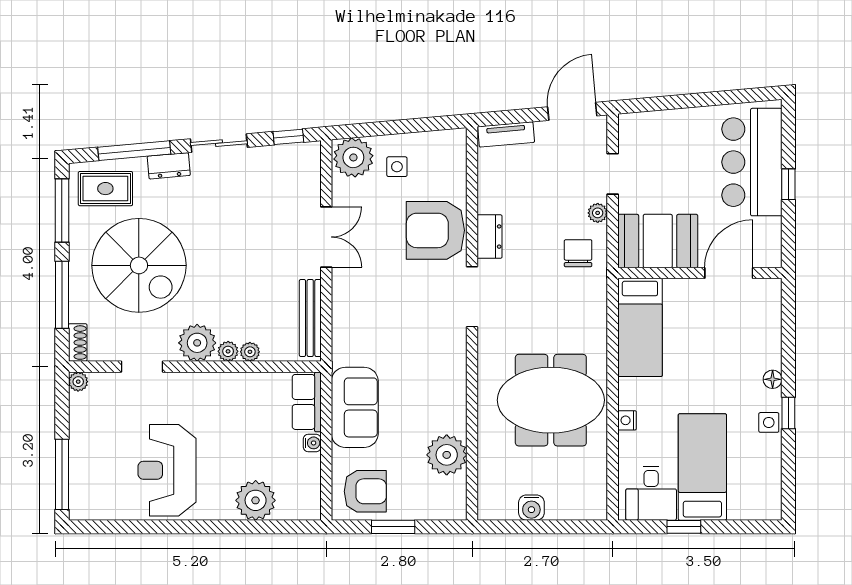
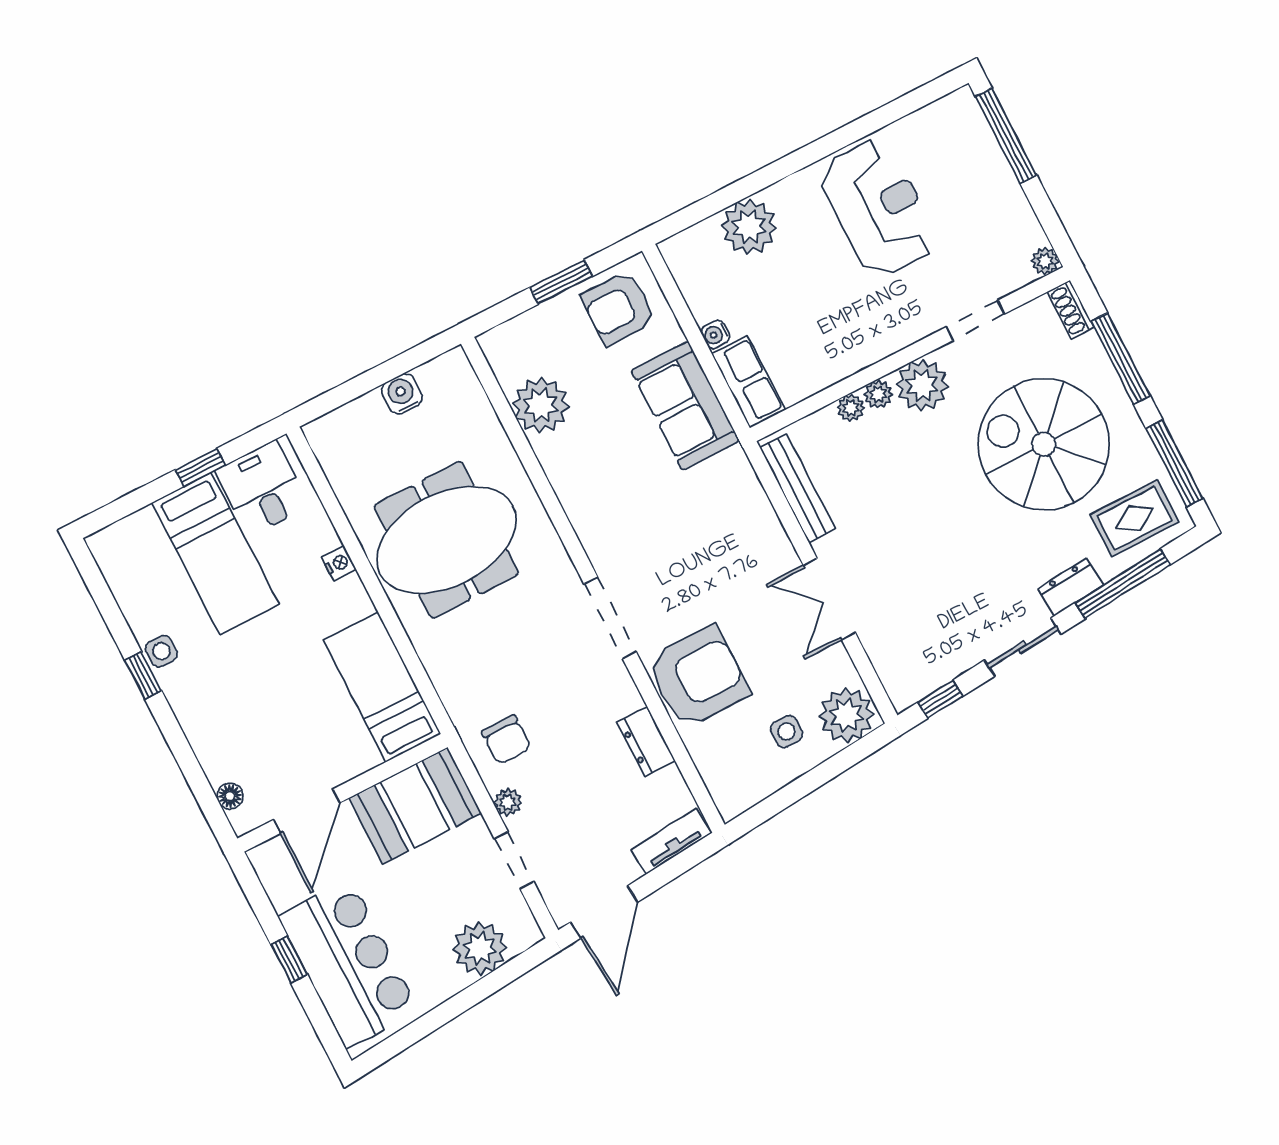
plant: (663, 129) -> (480, 948), added
dresser: (490, 237) -> (646, 741), moved
floor lamp: (773, 379) -> (230, 796), moved

